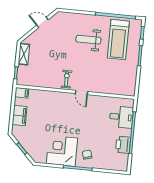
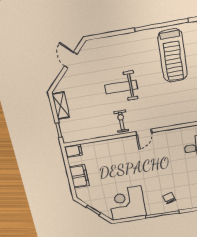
door: (42, 22) -> (71, 60), hinge flipped
weight bench: (88, 40) -> (121, 87), moved
door: (81, 92) -> (144, 132), hinge flipped
corner desk: (62, 151) -> (127, 203), moved

